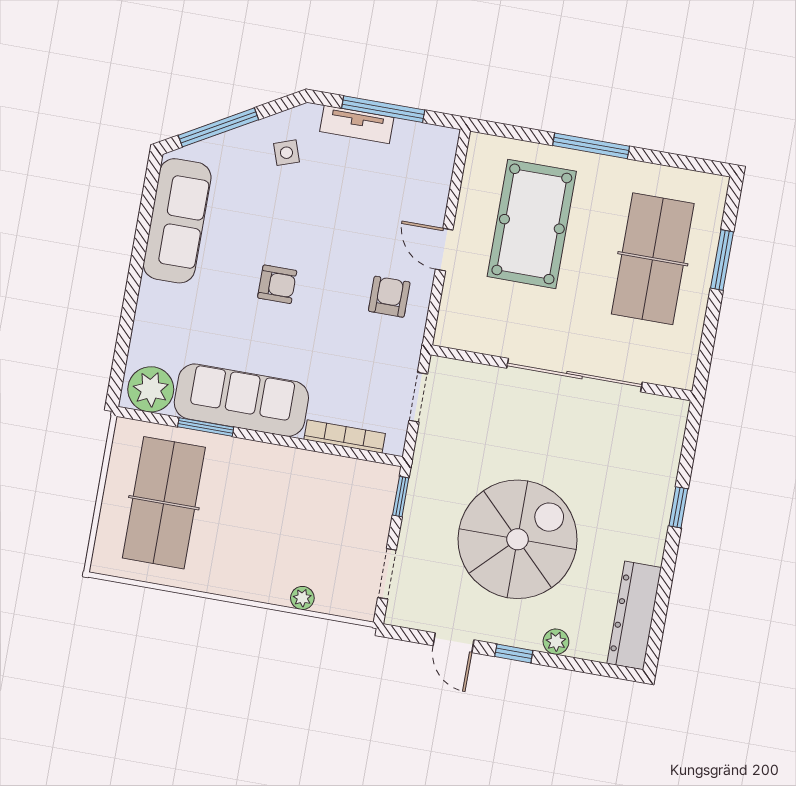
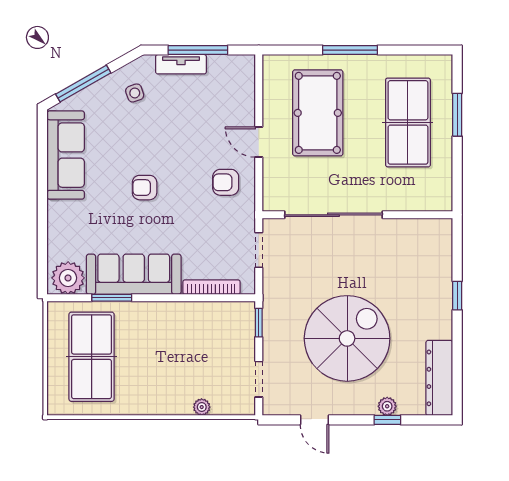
armchair: (277, 284) -> (145, 188), turned 180
armchair: (389, 297) -> (226, 182), turned -90
sliding door: (574, 375) -> (333, 215), moved
window: (514, 653) -> (387, 420), moved

